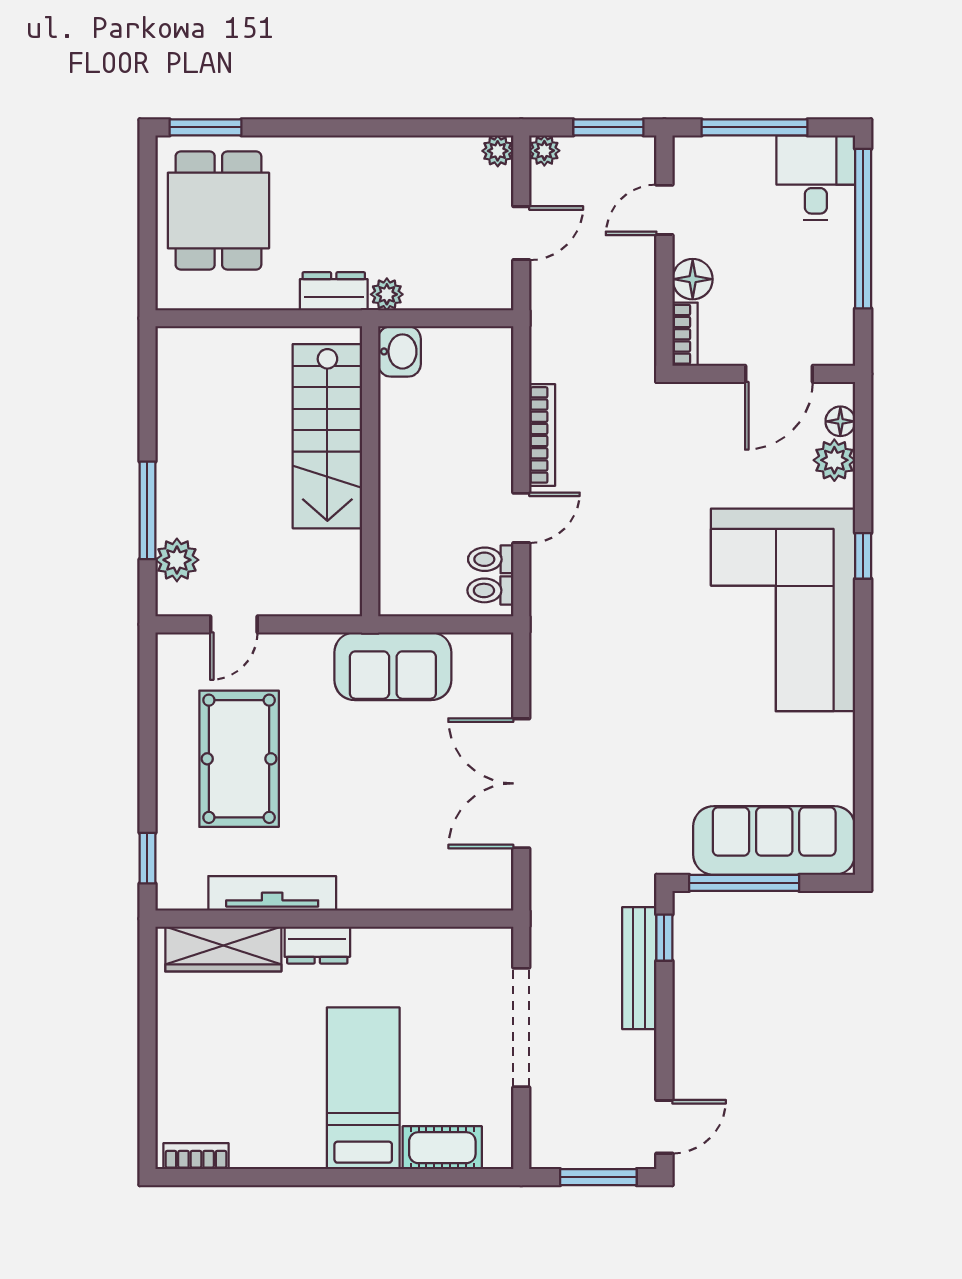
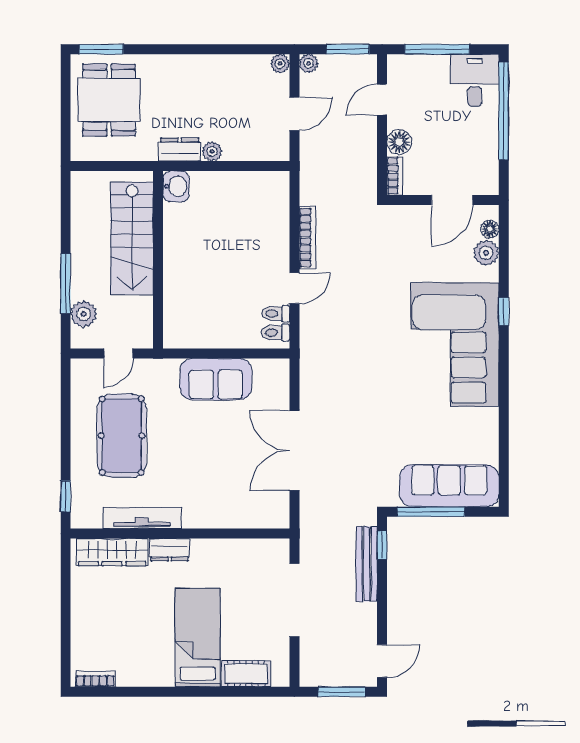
washbasin: (399, 351) -> (176, 186), moved
stairs: (327, 436) -> (132, 238), moved
wall: (370, 471) -> (158, 260), moved

